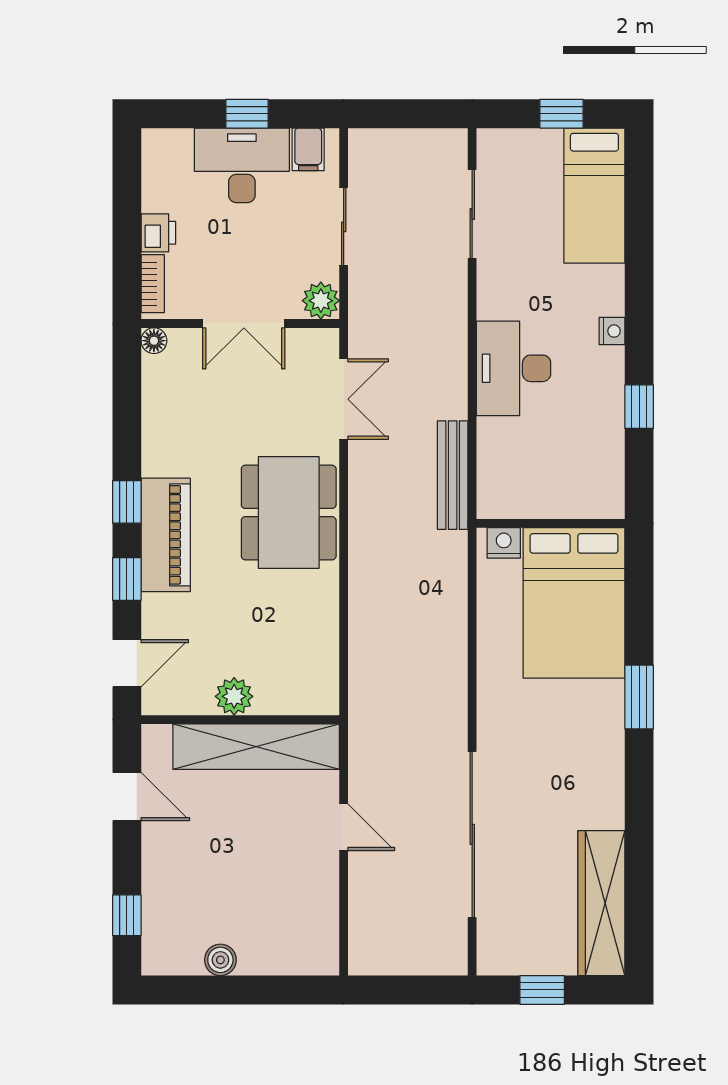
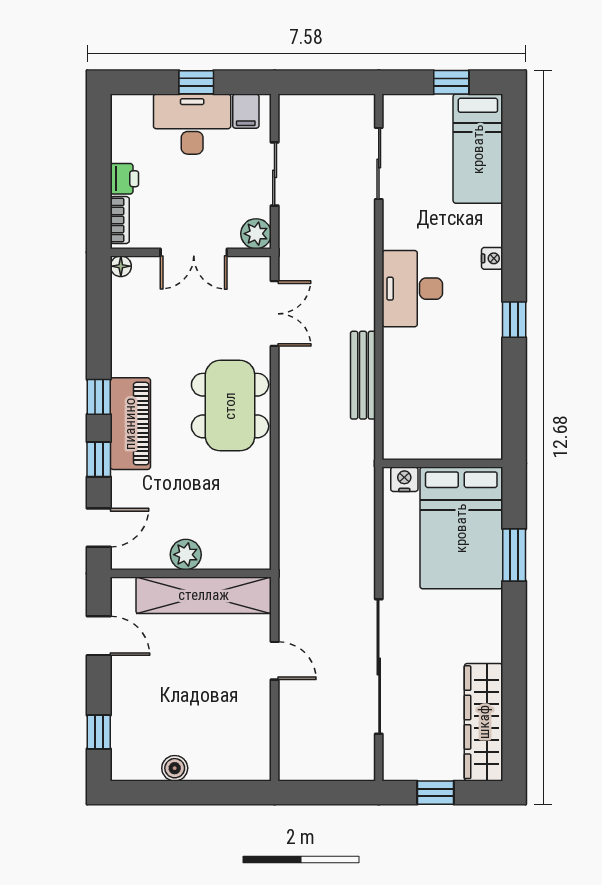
wall: (551, 523) -> (442, 463), moved
nightstand: (504, 543) -> (404, 479), moved
bed: (574, 603) -> (461, 528), moved

